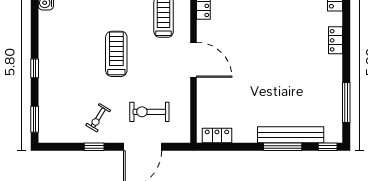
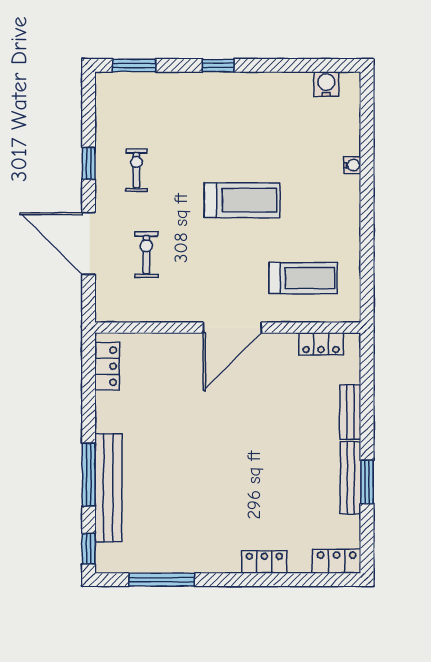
exercise bike: (149, 112) -> (146, 255), width x0.73, depth x0.72
exercise bike: (98, 118) -> (137, 170), turned 58

